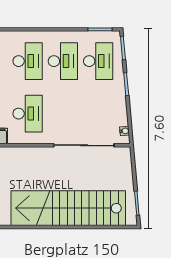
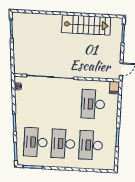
stairs: (68, 208) -> (86, 25), width x0.54, depth x0.66

